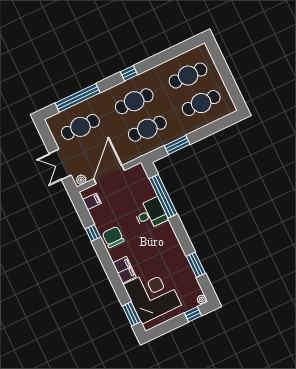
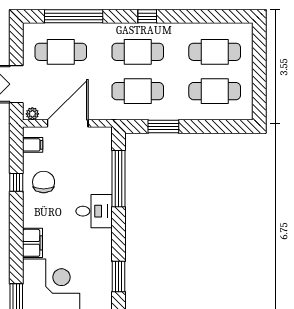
desk: (150, 214) -> (94, 211), moved
chair: (113, 237) -> (44, 182), moved

